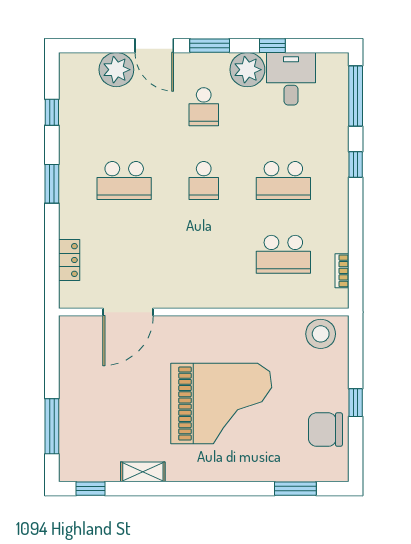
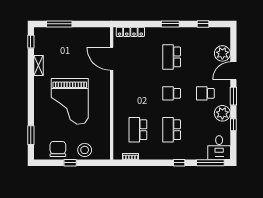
desk: (291, 79) -> (219, 148), moved, turned 90
locker: (69, 260) -> (130, 32), width x1.53
stool: (321, 334) -> (85, 150), moved

